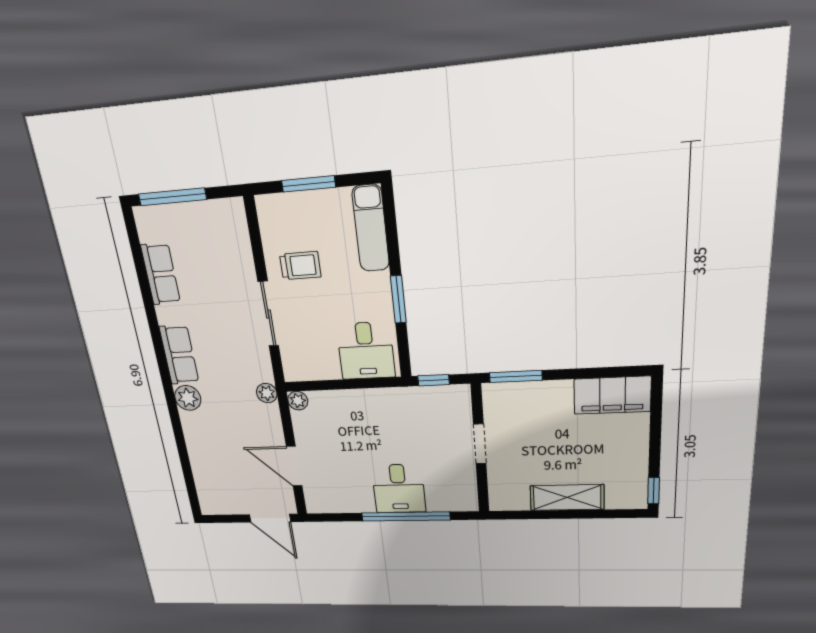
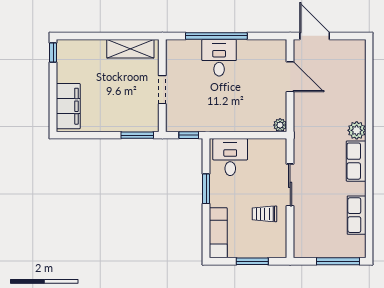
plant: (267, 393) -> (300, 131), removed
filing cabinet: (612, 395) -> (68, 106), moved, turned 90
shelving: (567, 498) -> (130, 49), moved

